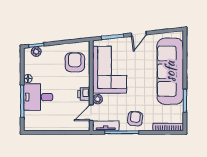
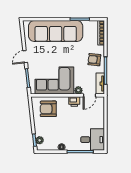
door: (139, 34) -> (25, 57), swing flipped
desk: (38, 97) -> (93, 140), moved, turned -90
door: (91, 113) -> (90, 95), hinge flipped

